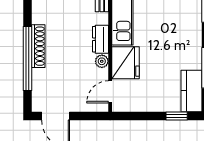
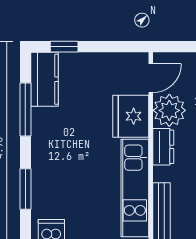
plant: (102, 61) -> (169, 110), width x1.88, depth x1.88

